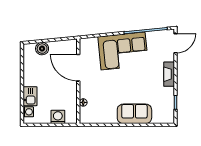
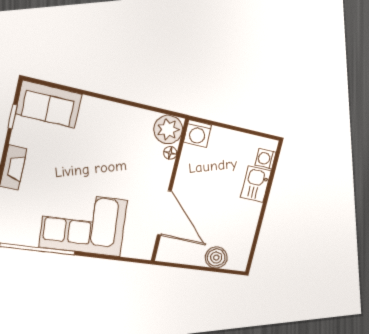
sofa: (134, 114) -> (49, 104), moved
plant: (88, 115) -> (168, 129), added
washing machine: (58, 117) -> (198, 134), moved

